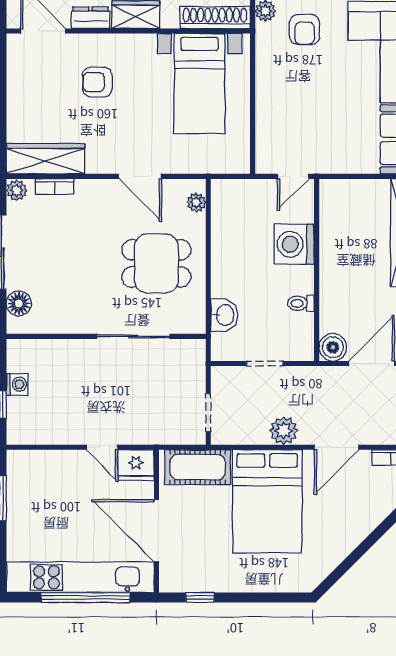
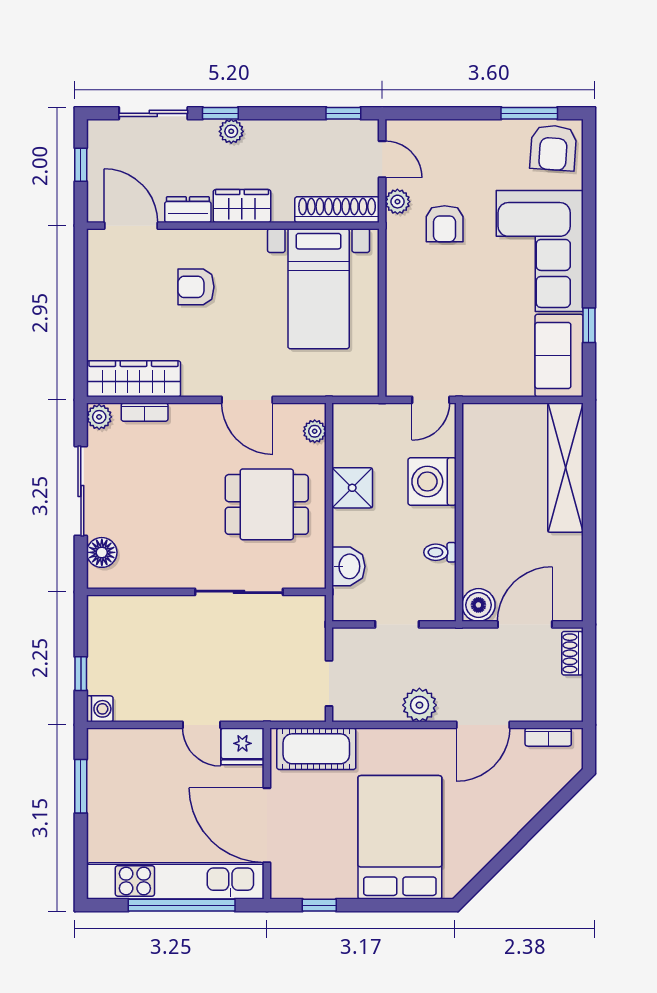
shower: (228, 250) -> (352, 488), added
washing machine: (17, 384) -> (100, 709), moved
bed: (267, 501) -> (400, 837), moved, turned 180

